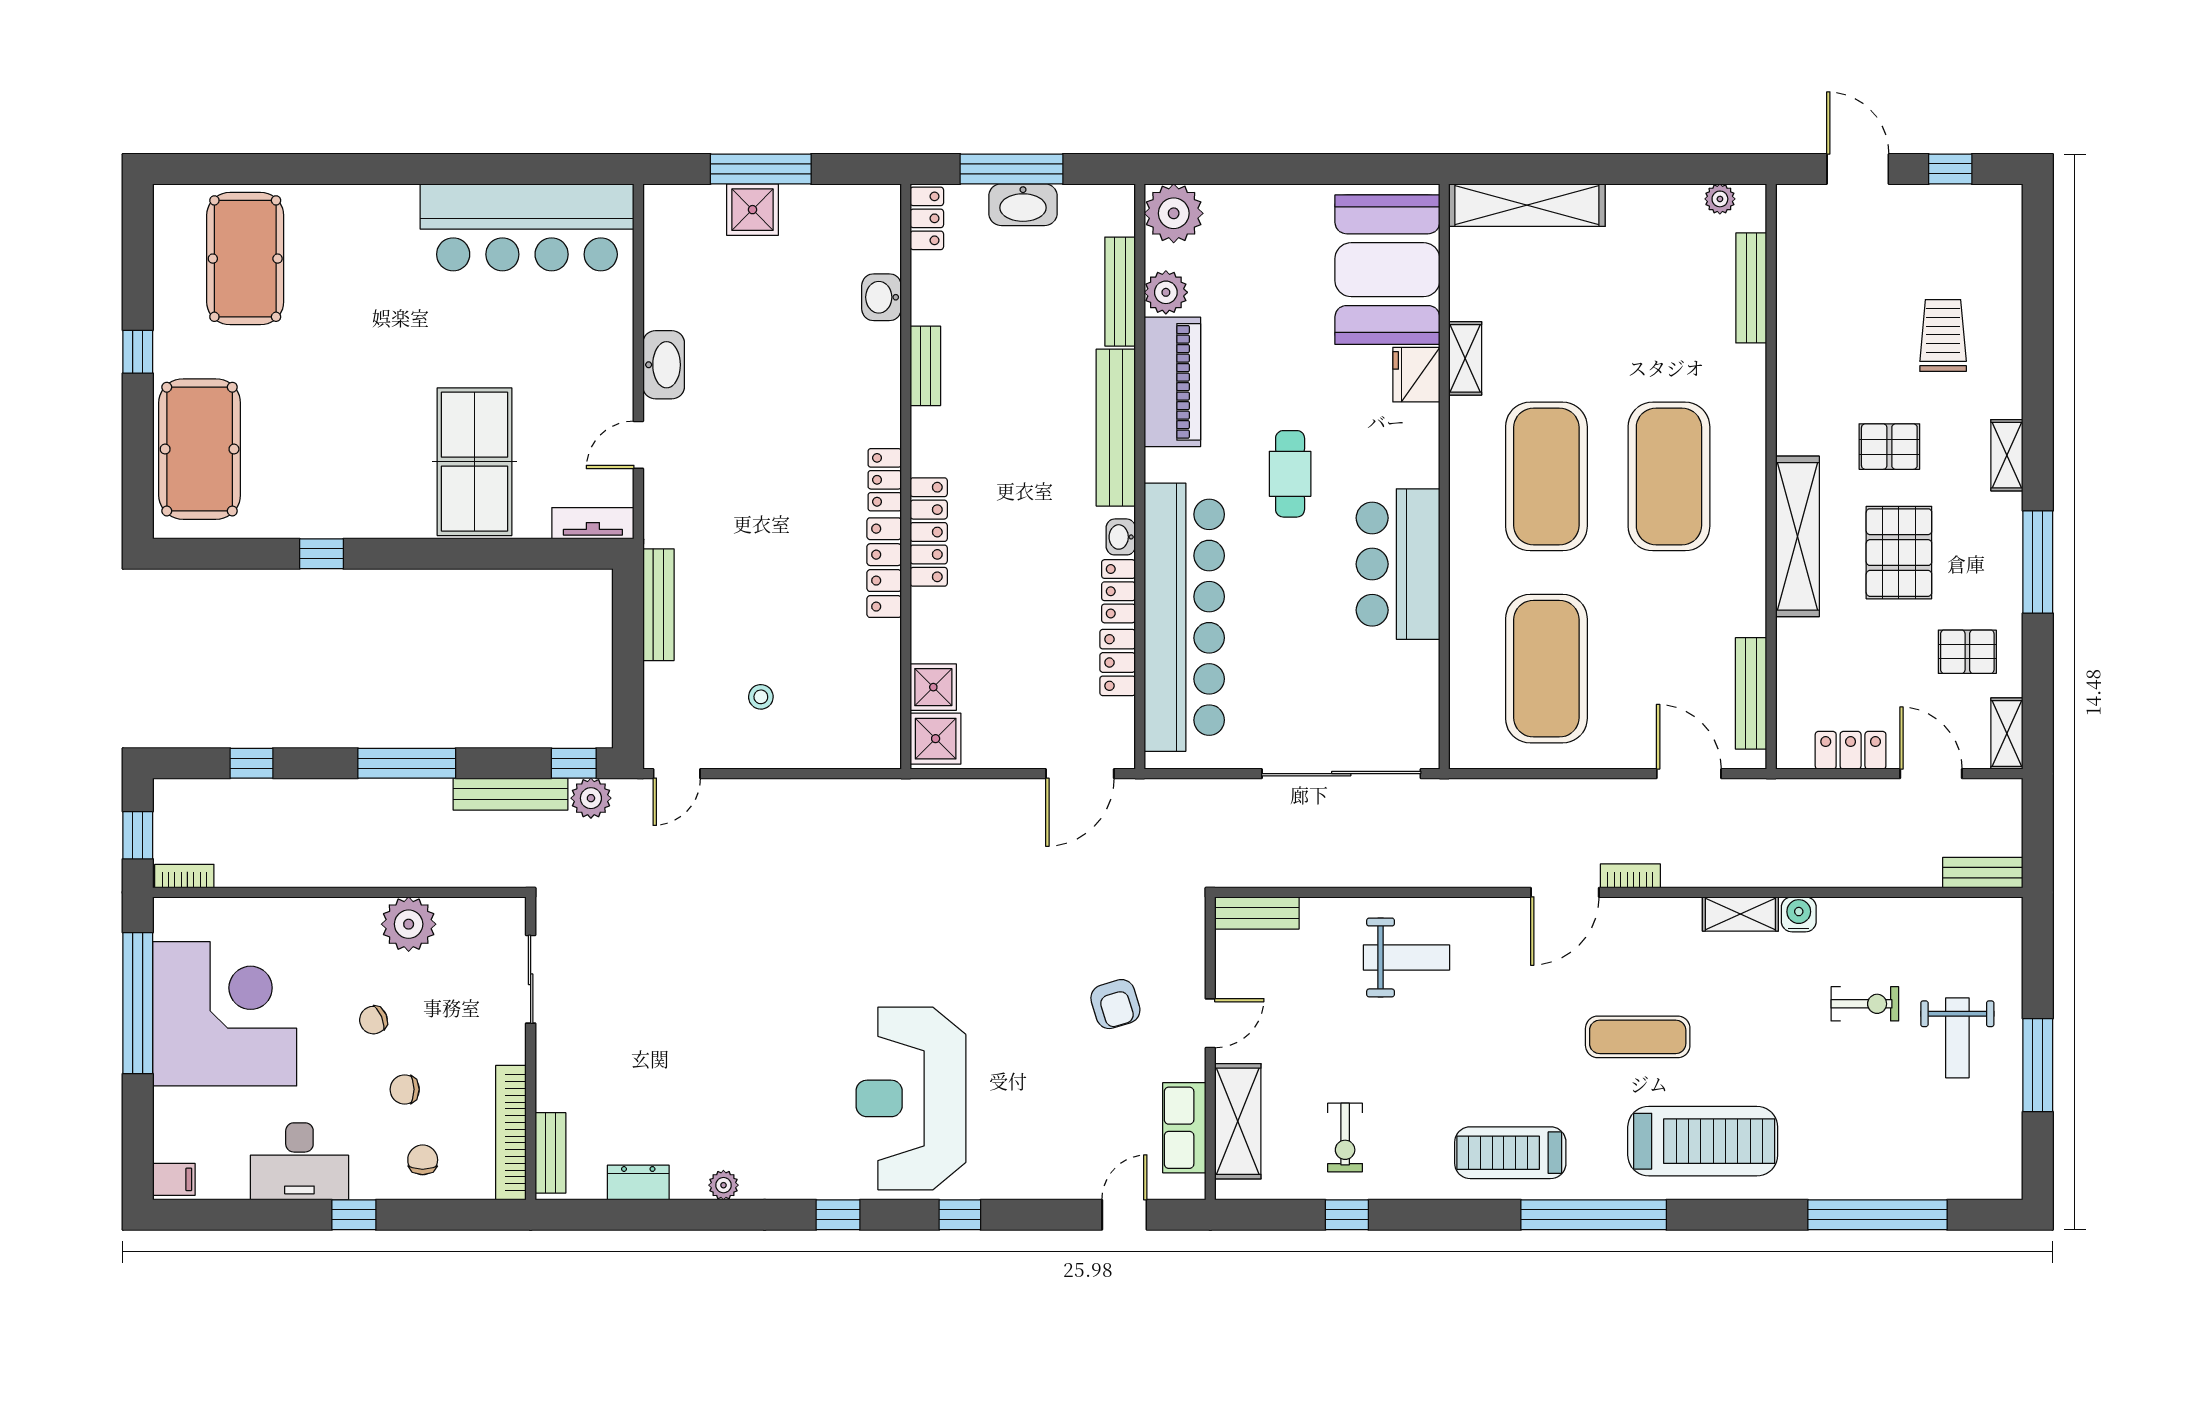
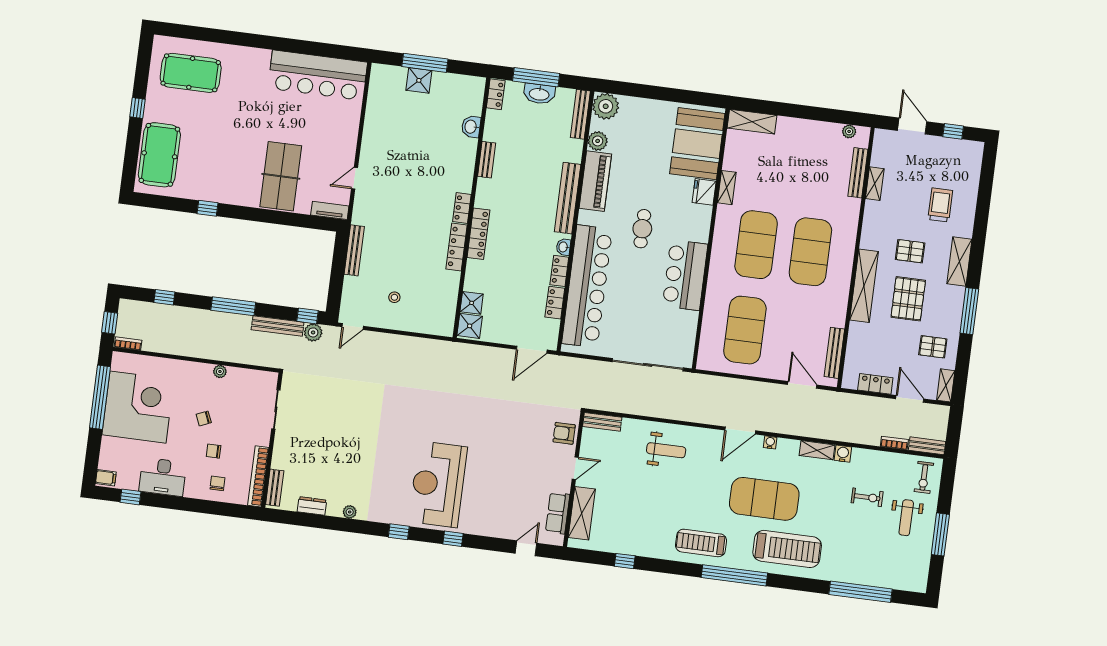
shelving: (1527, 205) -> (752, 122), width x0.68
pool table: (245, 259) -> (191, 73), turned 90
bench: (1120, 292) -> (580, 114), moved
shelving: (1792, 307) -> (875, 184), added
washbasin: (664, 365) -> (370, 144), removed
shelving: (2007, 455) -> (959, 261), width x1.50, depth x1.33
bookcase: (1630, 876) -> (894, 443), moved
water cooler: (1635, 910) -> (770, 442), added
plant: (409, 924) -> (220, 371), width x0.53, depth x0.53
armchair: (1115, 1004) -> (564, 433), moved, turned 107
exercise mat: (1638, 1037) -> (764, 499), width x2.00, depth x1.45
exercise bike: (1345, 1137) -> (924, 477), moved
window: (354, 1215) -> (130, 497), moved

